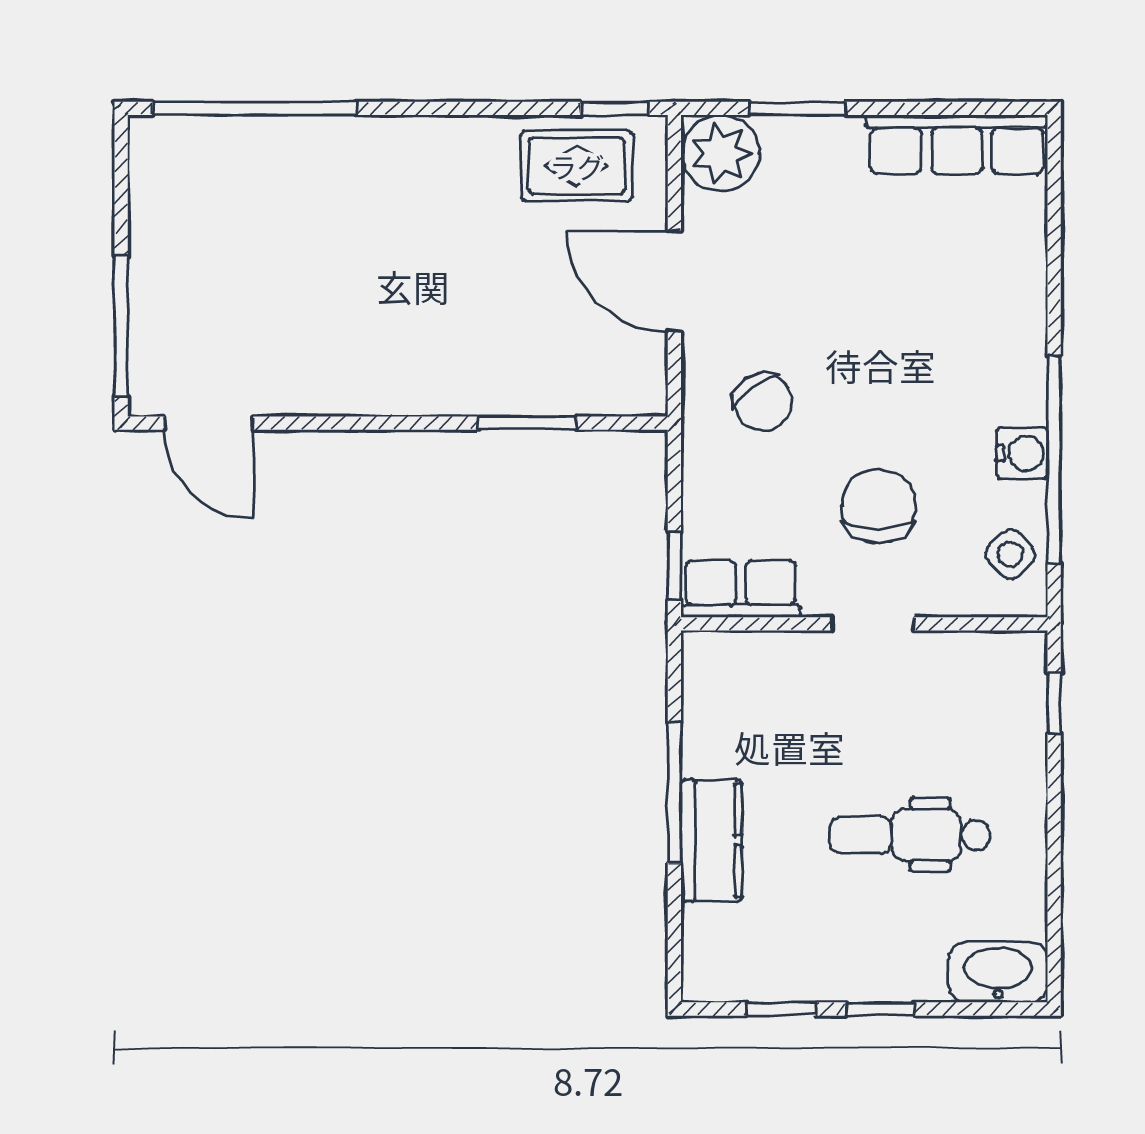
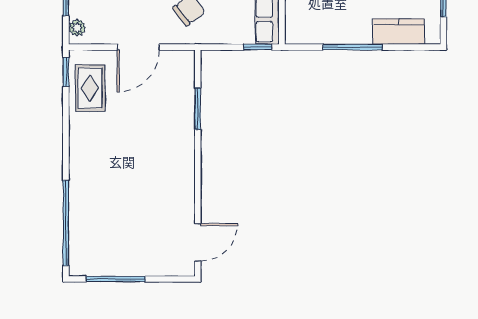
plant: (721, 153) -> (77, 28), width x0.53, depth x0.53
window: (121, 326) -> (116, 279), moved
kitchen counter: (712, 841) -> (399, 31), moved

